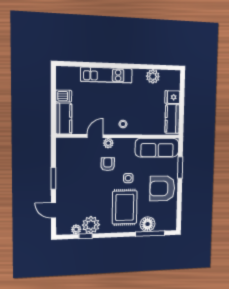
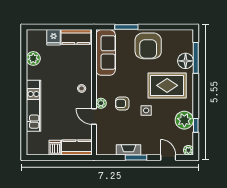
fireplace: (61, 171) -> (129, 150), added
side table: (128, 178) -> (146, 110), moved
door: (54, 210) -> (168, 158), swing flipped
plant: (76, 229) -> (188, 150), moved

